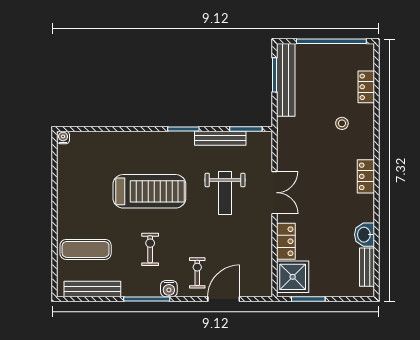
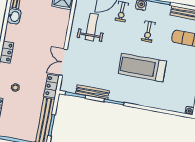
weight bench: (225, 193) -> (92, 27), moved
double door: (275, 193) -> (63, 62), moved
locker: (286, 241) -> (52, 86), moved

